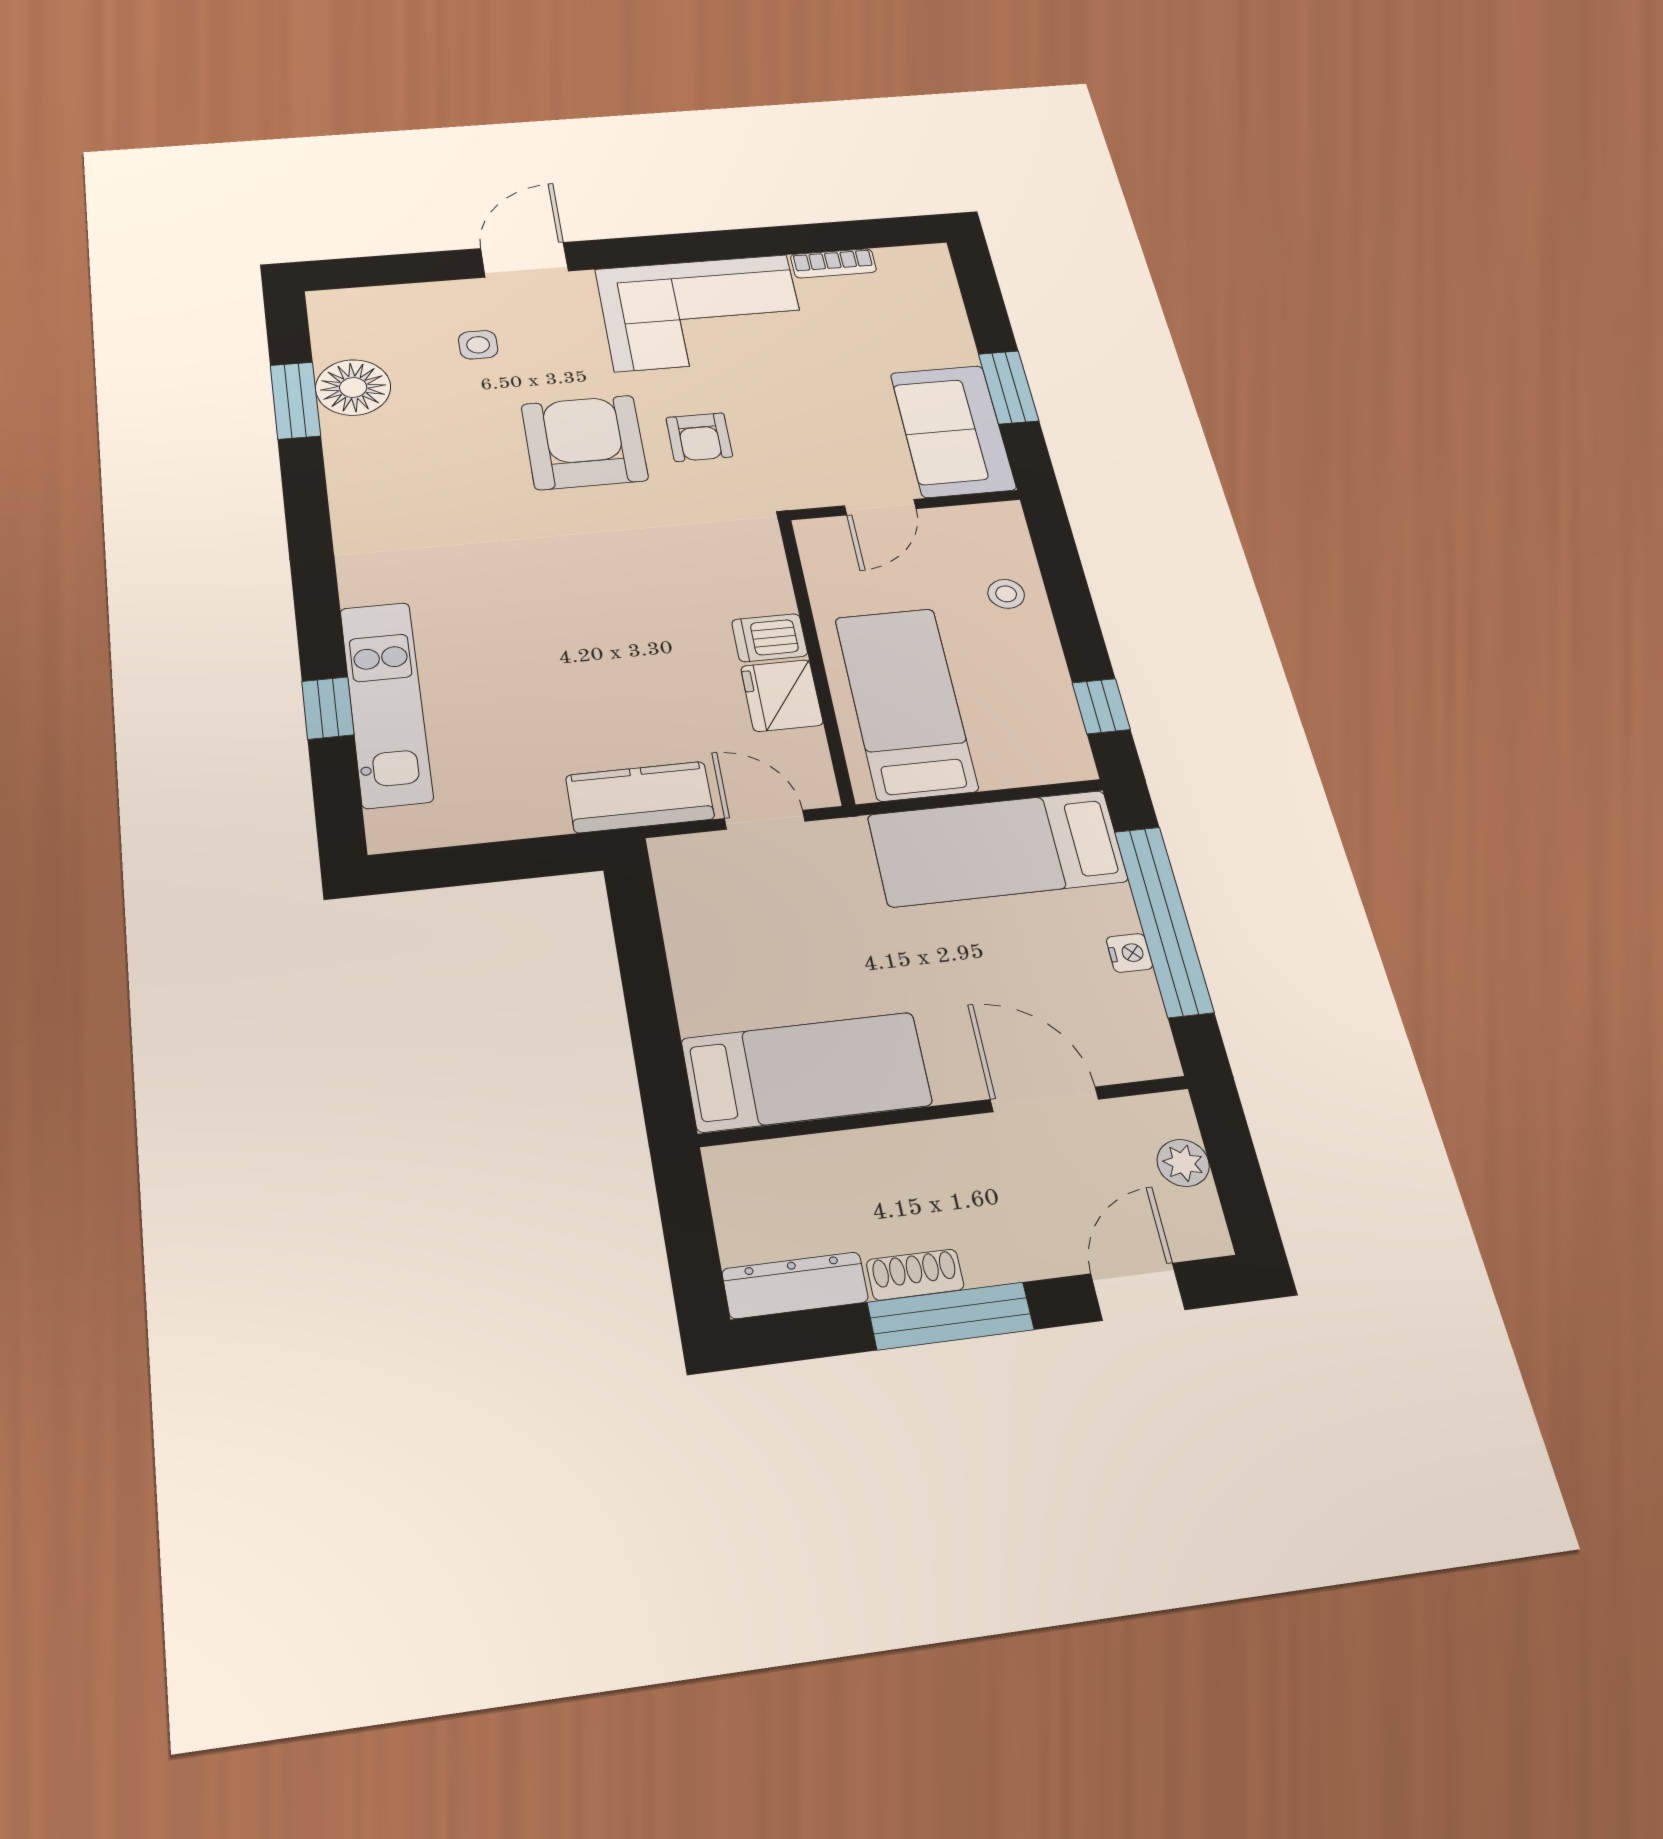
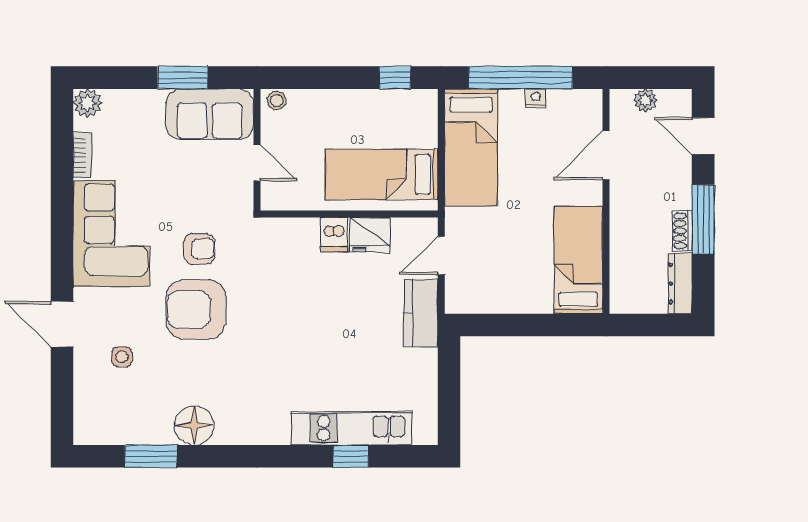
plant: (927, 263) -> (87, 103), added
floor lamp: (353, 387) -> (194, 426), moved
stool: (1006, 594) -> (277, 101), moved

